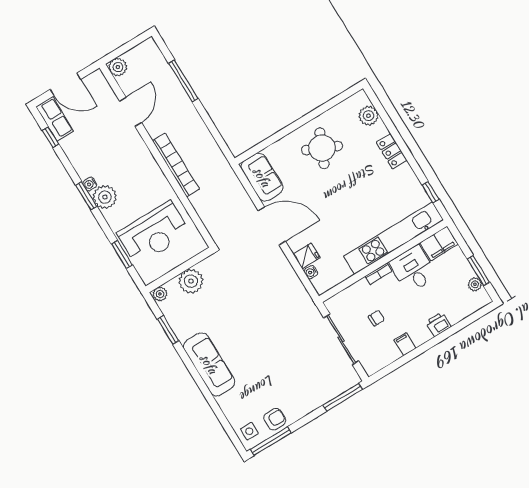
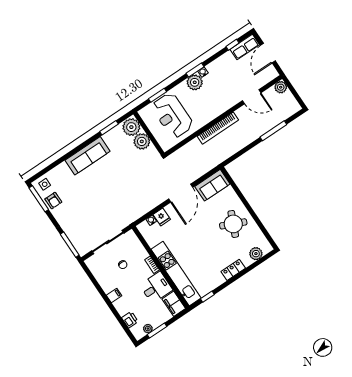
plant: (160, 294) -> (131, 127), width x1.88, depth x1.88
printer: (438, 324) -> (130, 320), moved
filing cabinet: (405, 344) -> (114, 295), moved

